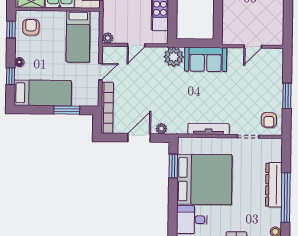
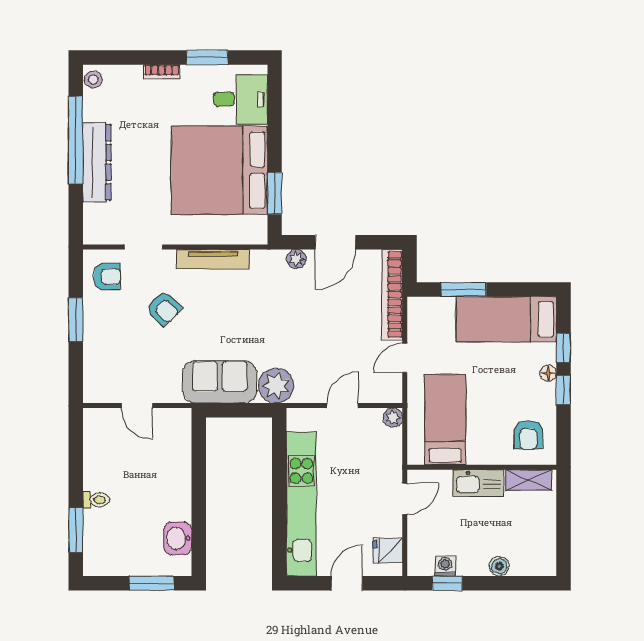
window: (11, 29) -> (564, 390), moved
door: (253, 47) -> (137, 406), swing flipped
armchair: (237, 102) -> (164, 308), added
armchair: (269, 120) -> (107, 276), turned 90

